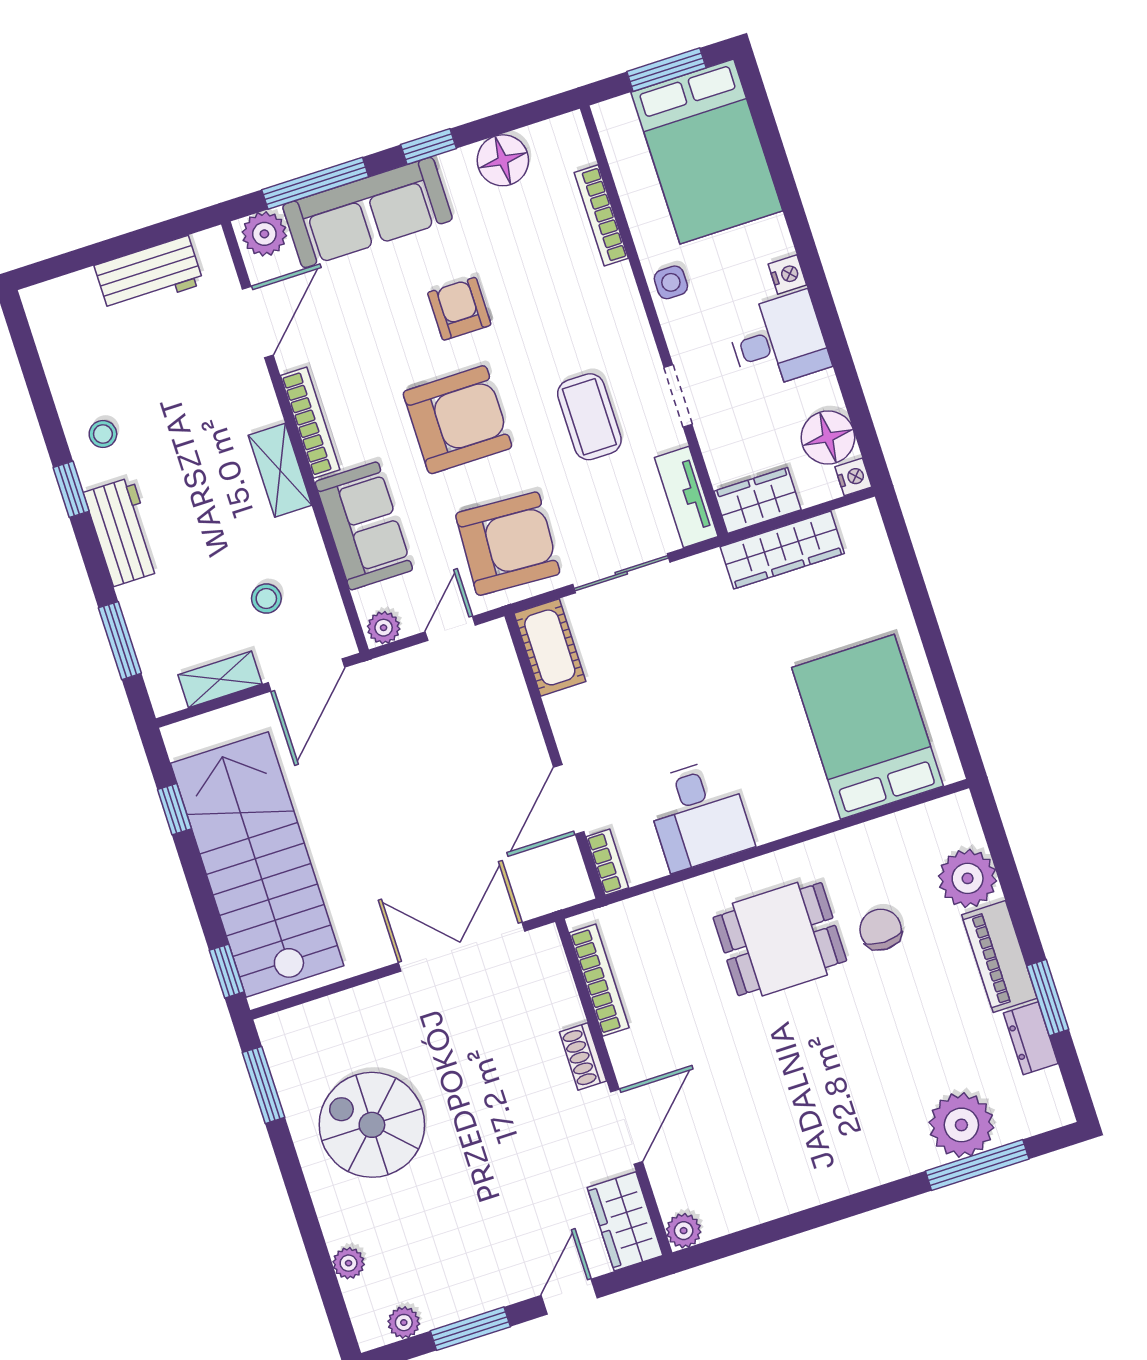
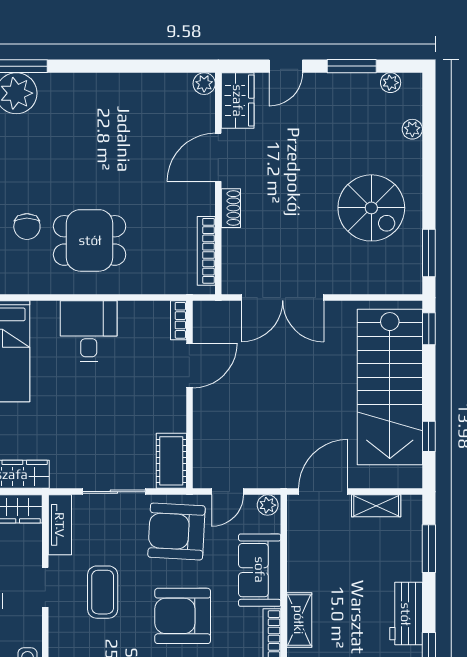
stool: (266, 599) -> (333, 545), removed
desk: (699, 815) -> (89, 331), moved

